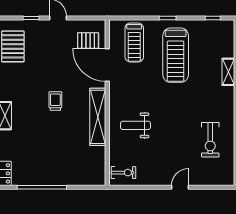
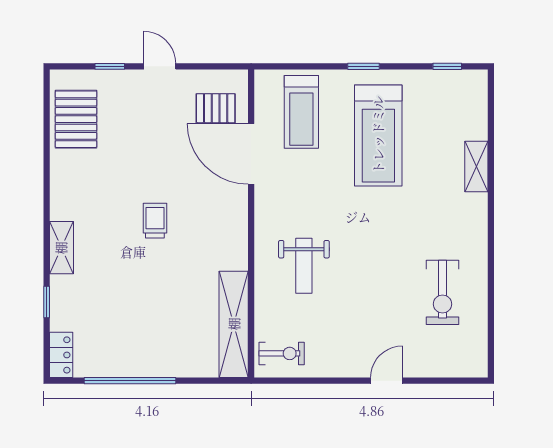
shelving: (98, 117) -> (234, 324), moved
weight bench: (136, 125) -> (304, 266), turned -90

